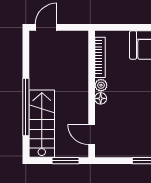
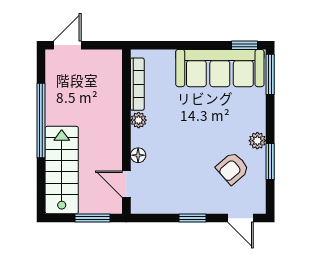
floor lamp: (101, 98) -> (138, 155), moved
window: (26, 107) -> (41, 121), moved

